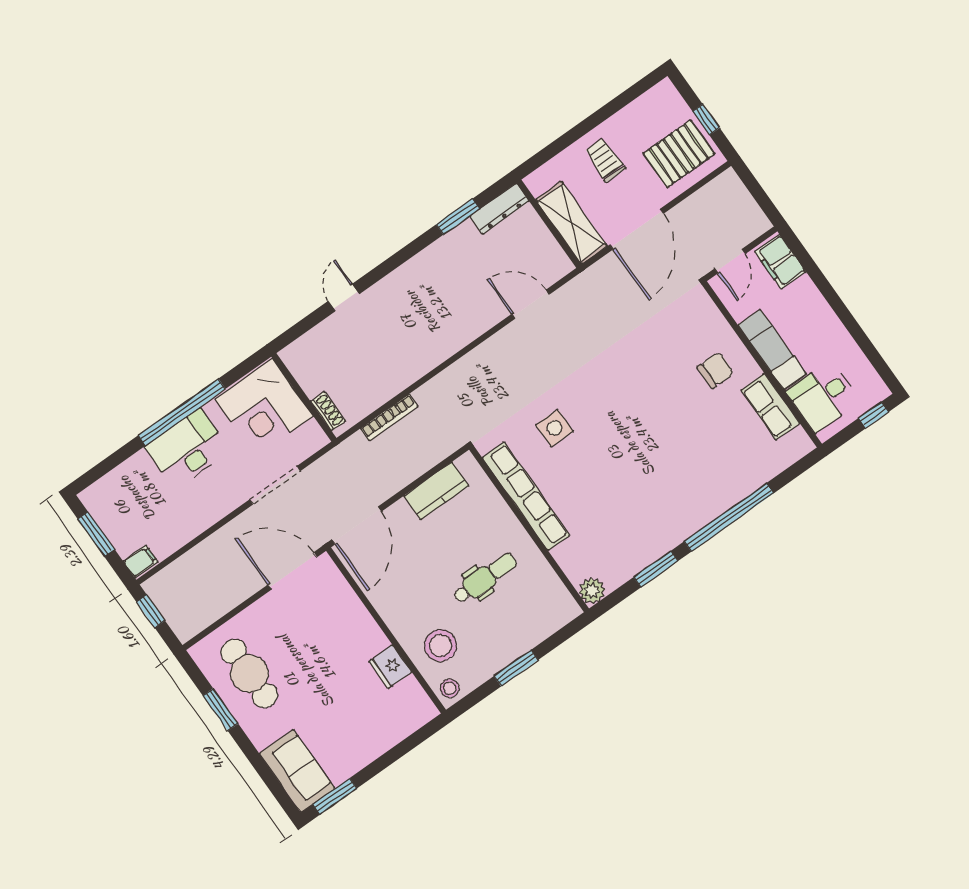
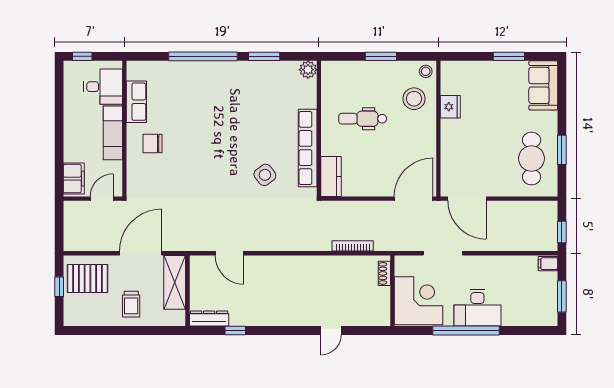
window: (458, 217) -> (235, 331), width x0.67
side table: (554, 428) -> (265, 175), turned -37
kitchen counter: (436, 491) -> (331, 176), moved, turned 90
window: (335, 796) -> (509, 56), moved

